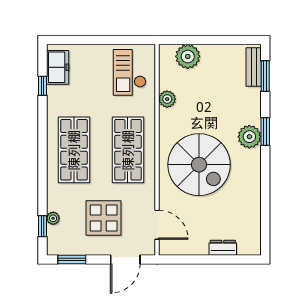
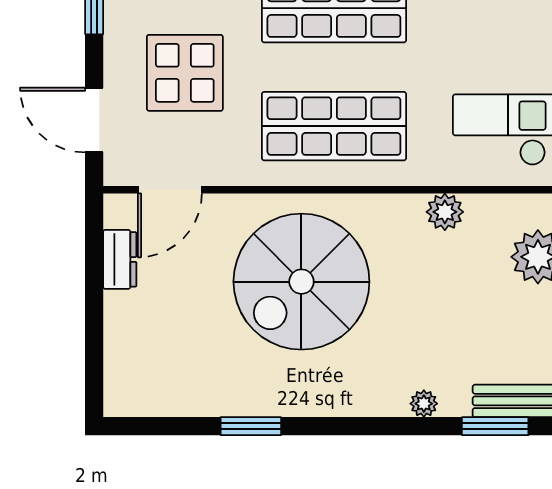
window: (265, 131) -> (251, 426), moved
plant: (249, 137) -> (424, 404), moved, width x0.53, depth x0.53
dresser: (223, 248) -> (120, 259), moved

